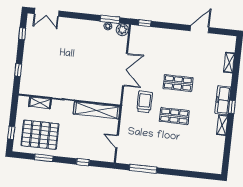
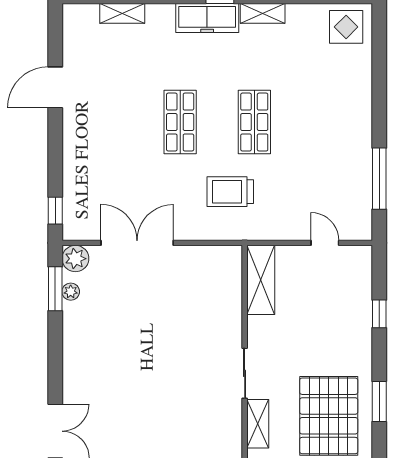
door: (200, 29) -> (55, 87), hinge flipped
double door: (125, 70) -> (137, 243), moved
shelving: (97, 110) -> (261, 280), width x0.68
door: (117, 142) -> (325, 243), swing flipped
display table: (212, 162) -> (346, 27), added

